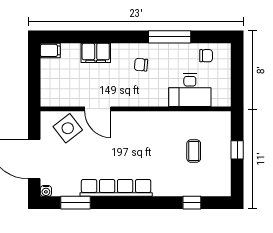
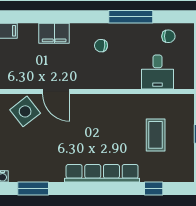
desk: (190, 90) -> (158, 72), width x0.73
coffee table: (194, 151) -> (156, 135), width x1.36, depth x1.30
row of seats: (116, 188) -> (102, 173), moved

